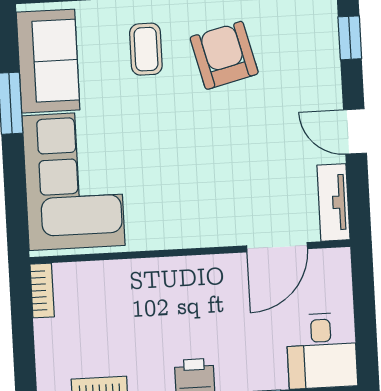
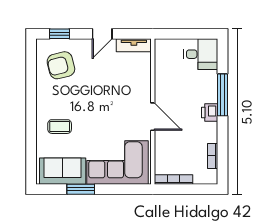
armchair: (224, 55) -> (61, 65), moved
door: (277, 247) -> (153, 117), moved
bookcase: (42, 290) -> (173, 180), width x1.56

